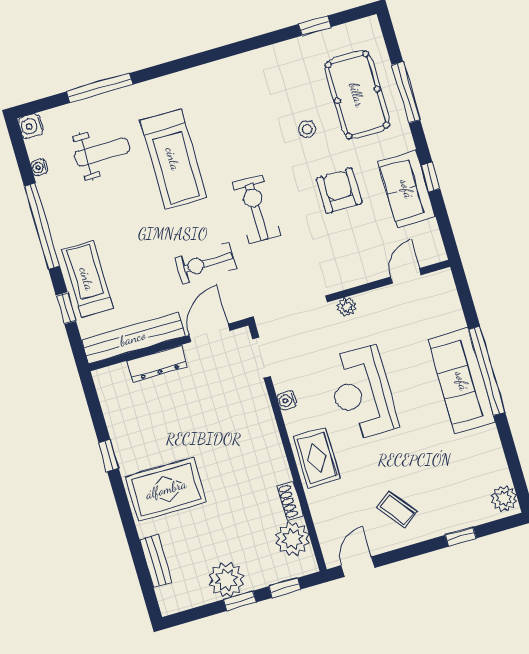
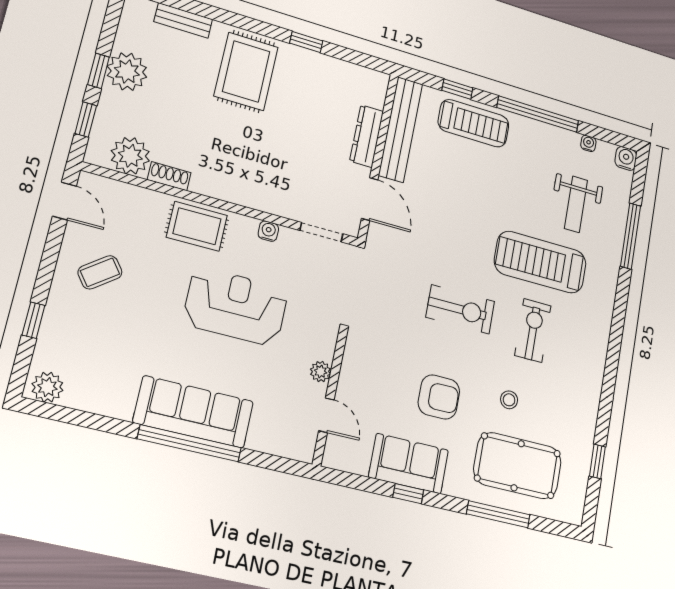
exercise bike: (206, 263) -> (533, 330), moved
plant: (347, 307) -> (321, 372), moved

